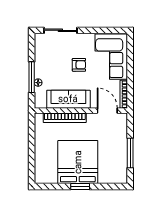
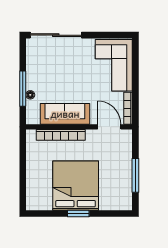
sliding door: (60, 30) -> (56, 35), width x1.36
armchair: (79, 65) -> (77, 75), removed

